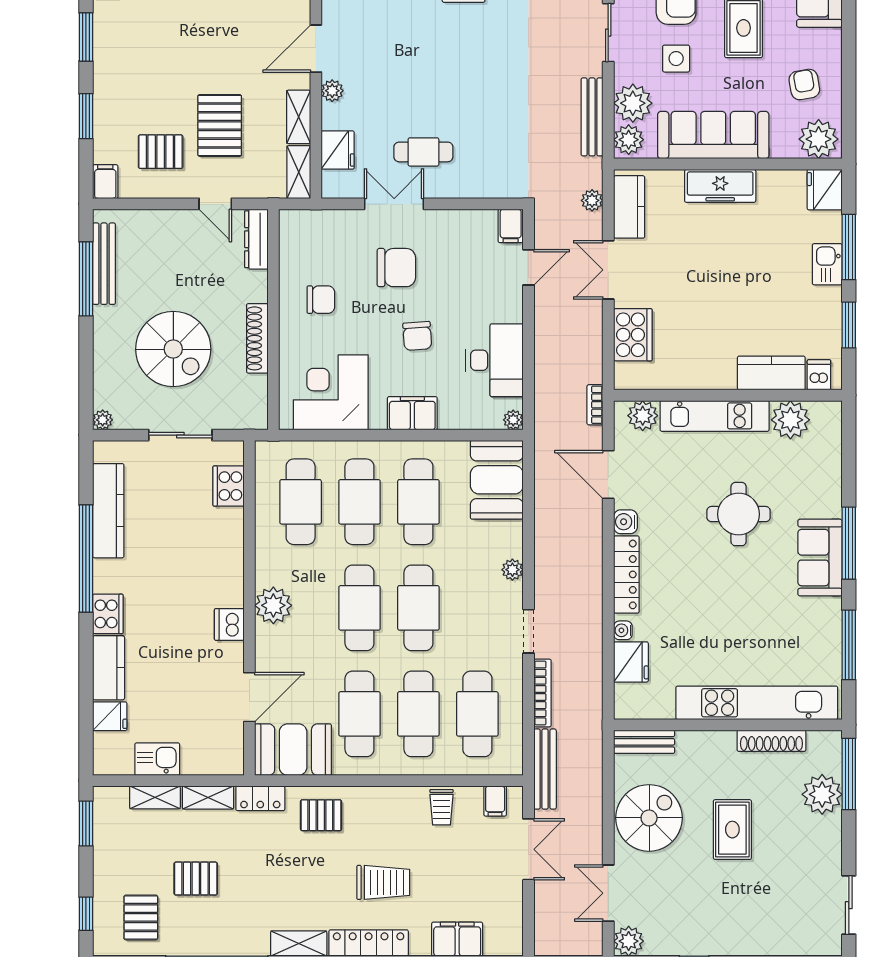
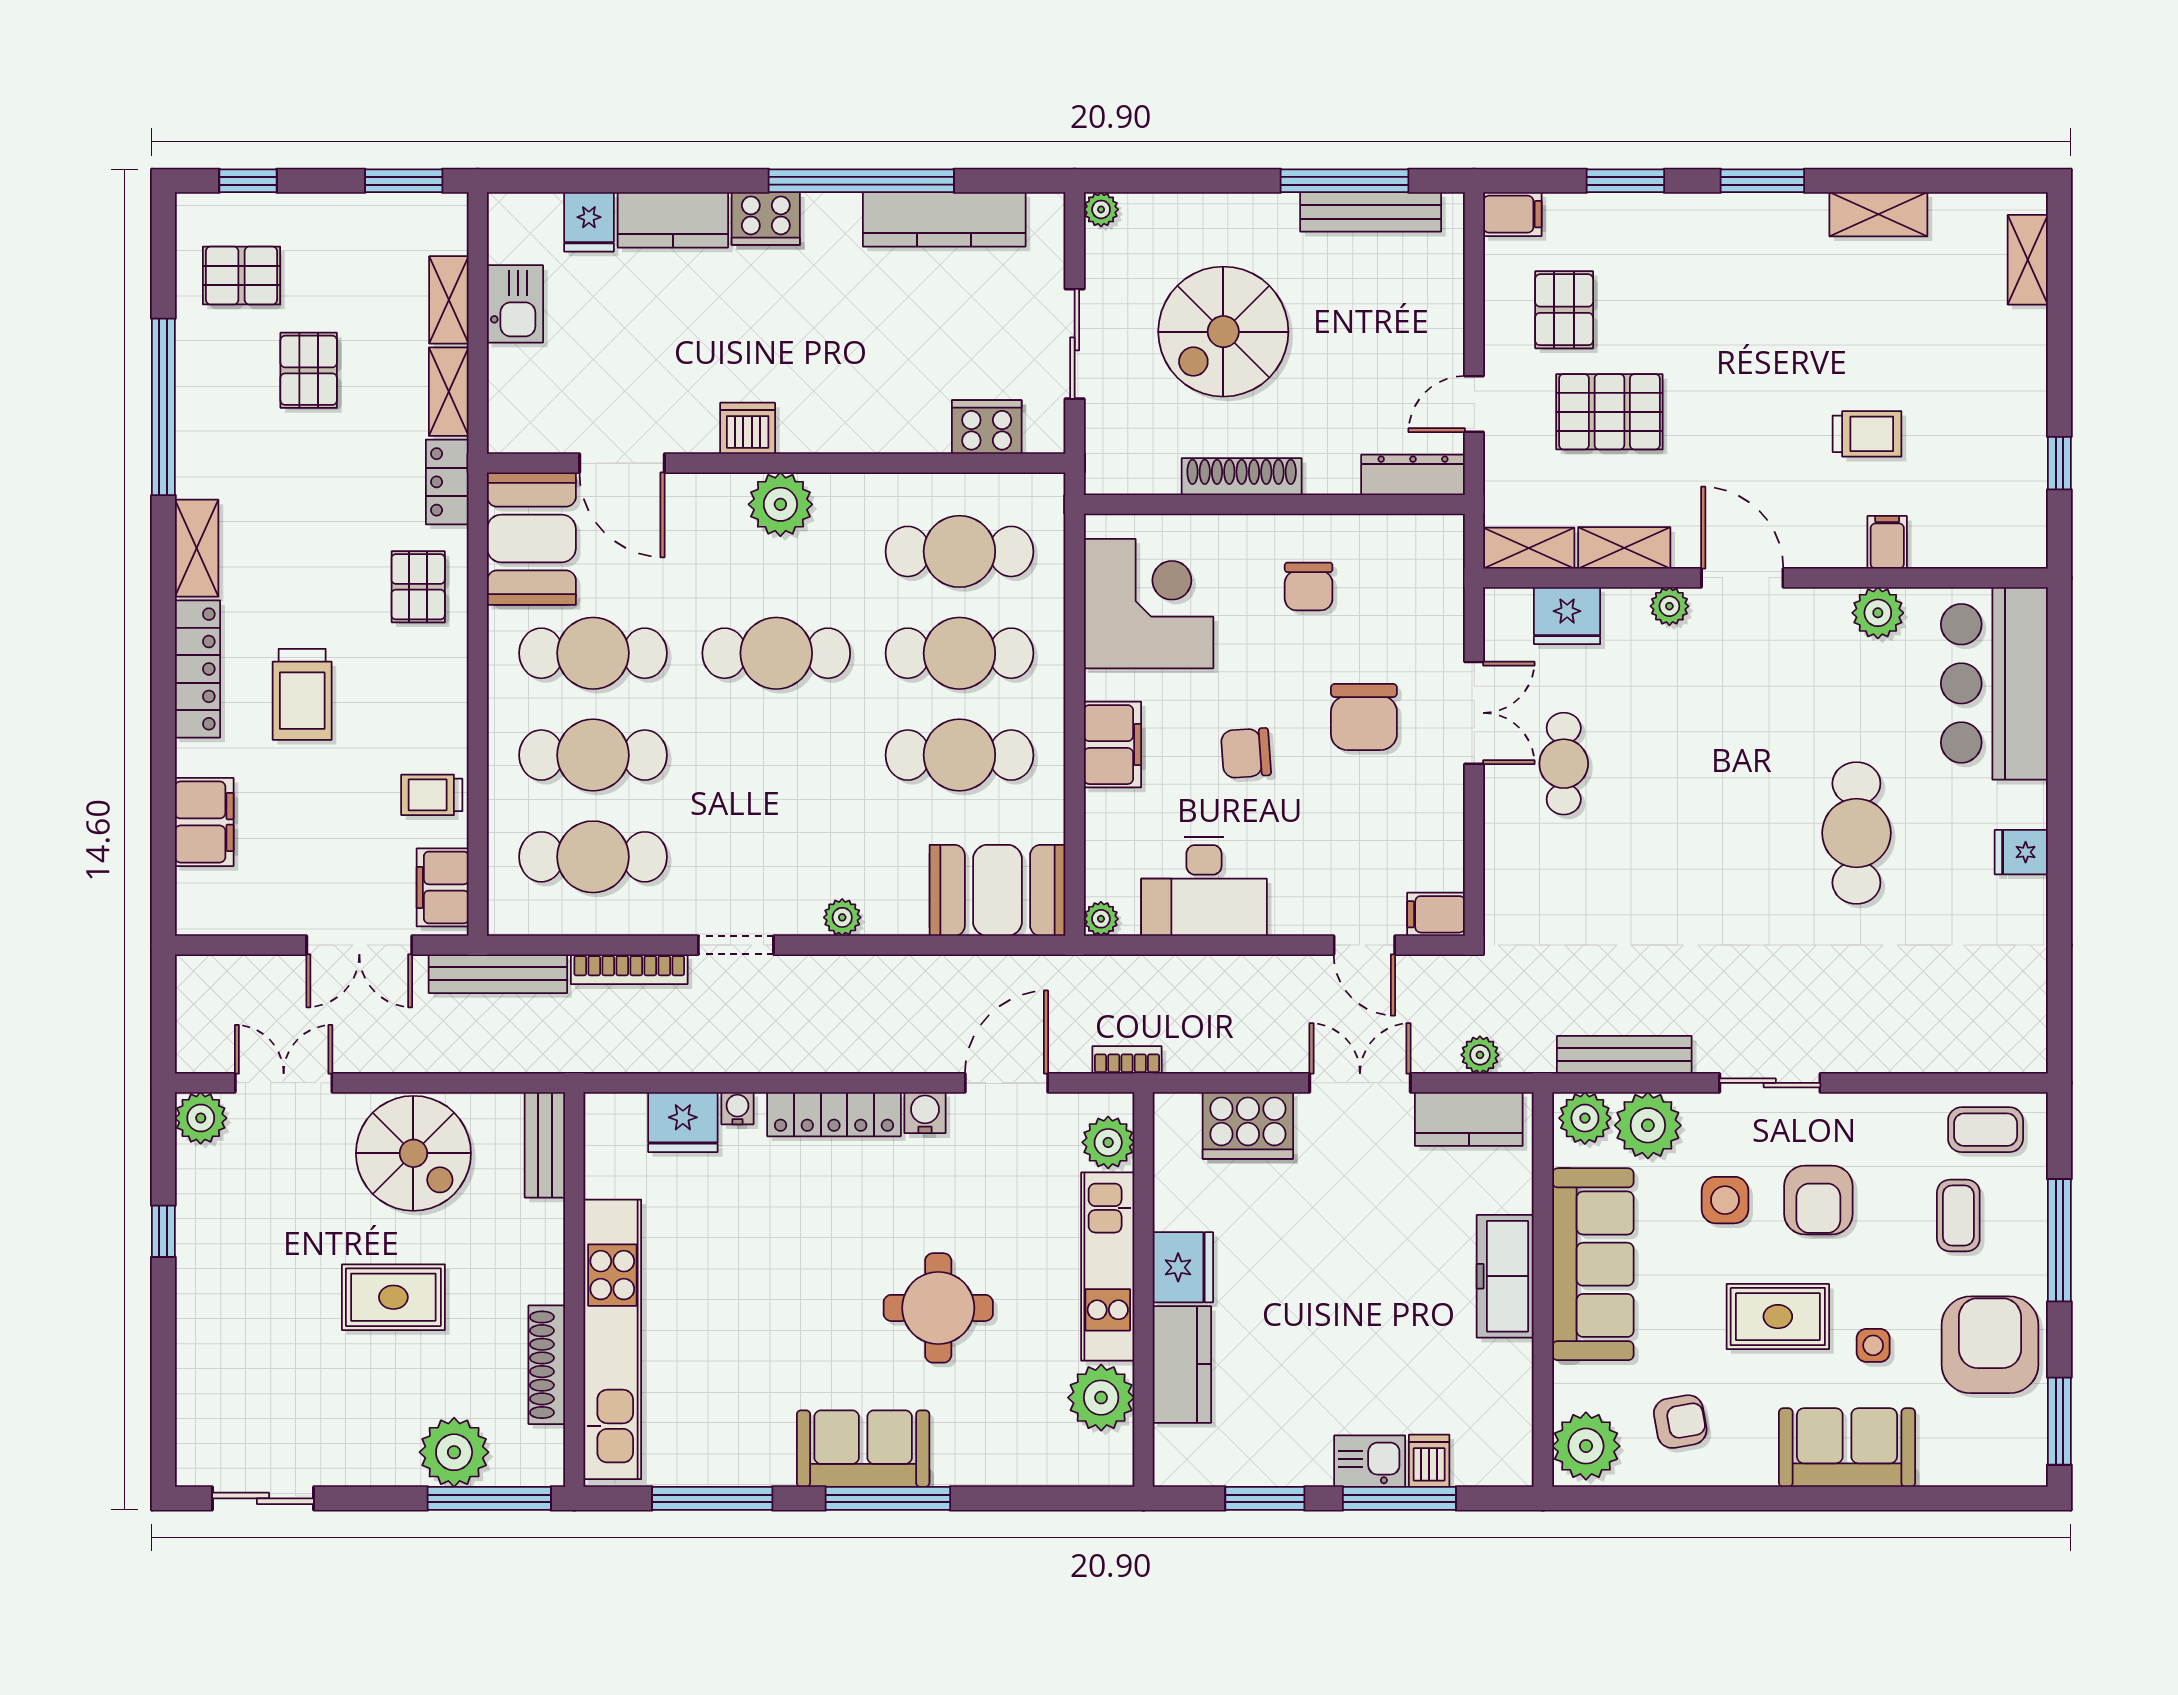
fridge: (825, 190) -> (1183, 1267), moved, turned 90
dishwasher: (819, 375) -> (1429, 1461), moved, turned -90
cafe table: (418, 608) -> (776, 755), removed
filing cabinet: (495, 801) -> (443, 887), width x2.00

